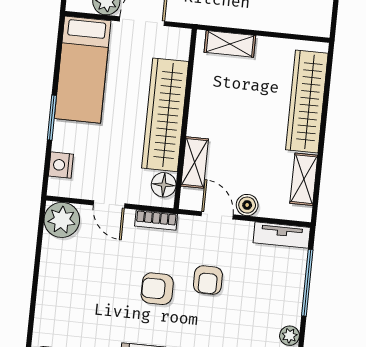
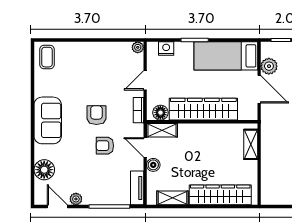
shelving: (195, 162) -> (162, 130), moved
door: (217, 215) -> (145, 147), swing flipped
plant: (62, 220) -> (138, 47), width x0.53, depth x0.53

